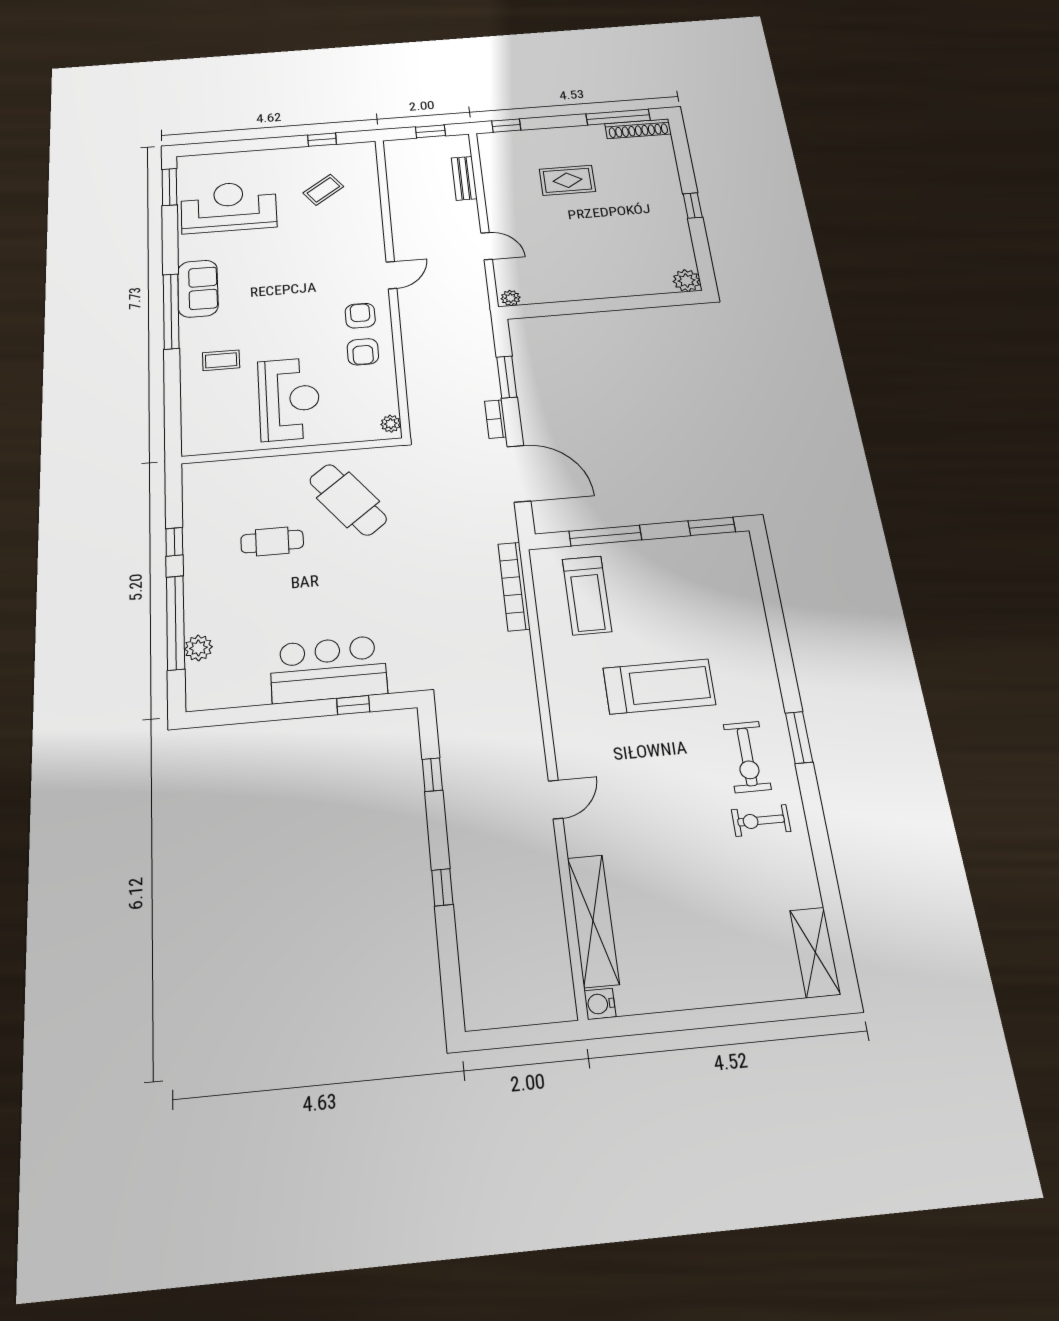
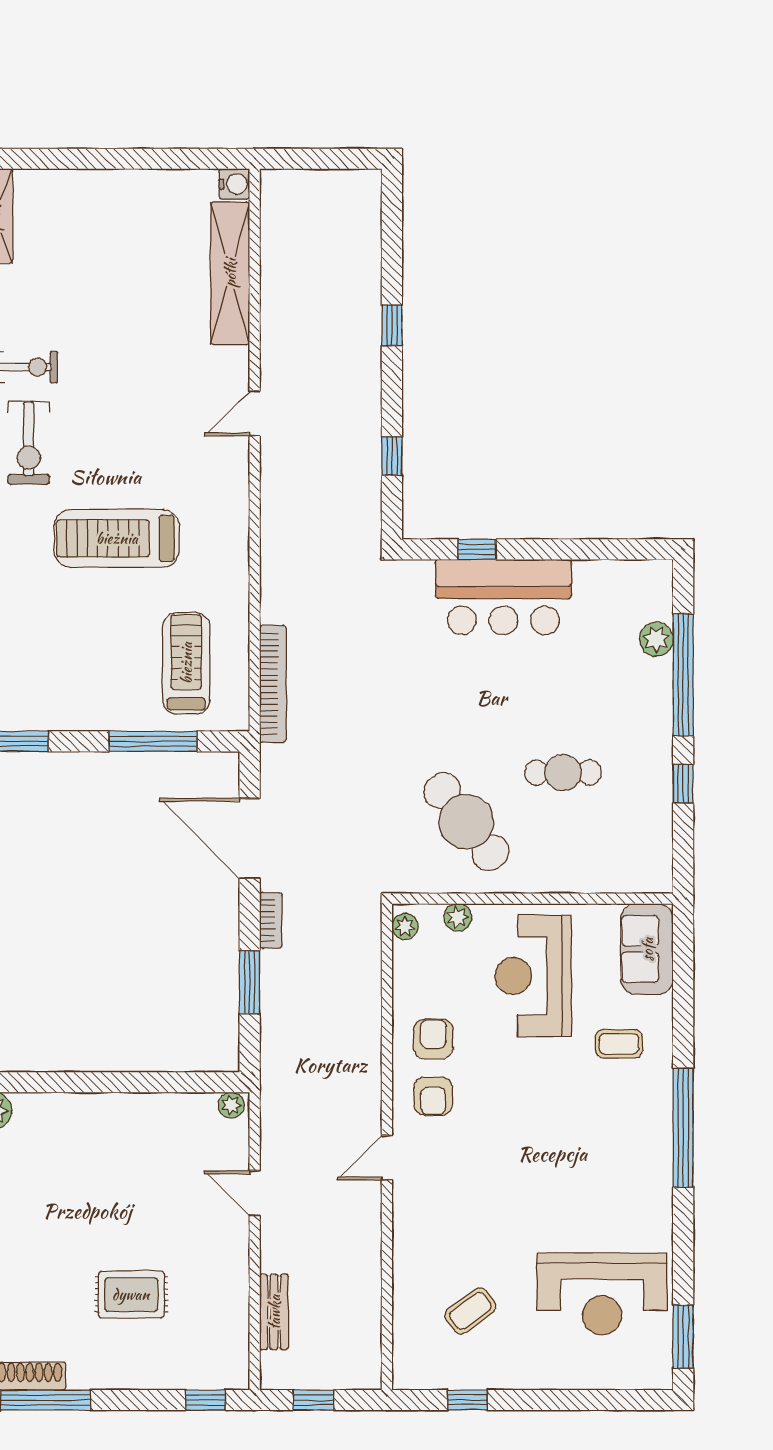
sofa: (198, 289) -> (647, 949), moved
plant: (350, 433) -> (458, 917), added
exercise bike: (747, 757) -> (29, 443), turned 180

